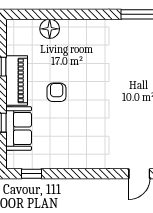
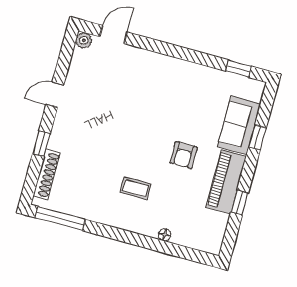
floor lamp: (50, 29) -> (165, 235), width x0.53, depth x0.53
coffee table: (88, 55) -> (135, 188), added

